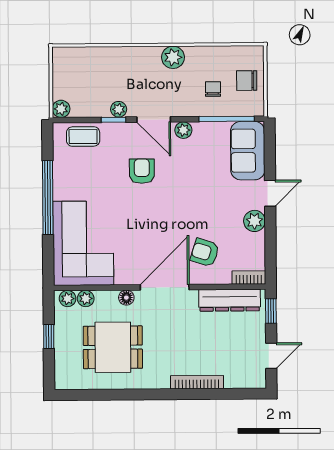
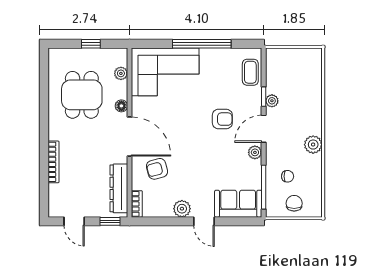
plant: (61, 109) -> (273, 55), removed
armchair: (205, 253) -> (157, 169), turned -123
plant: (68, 299) -> (121, 59), removed

